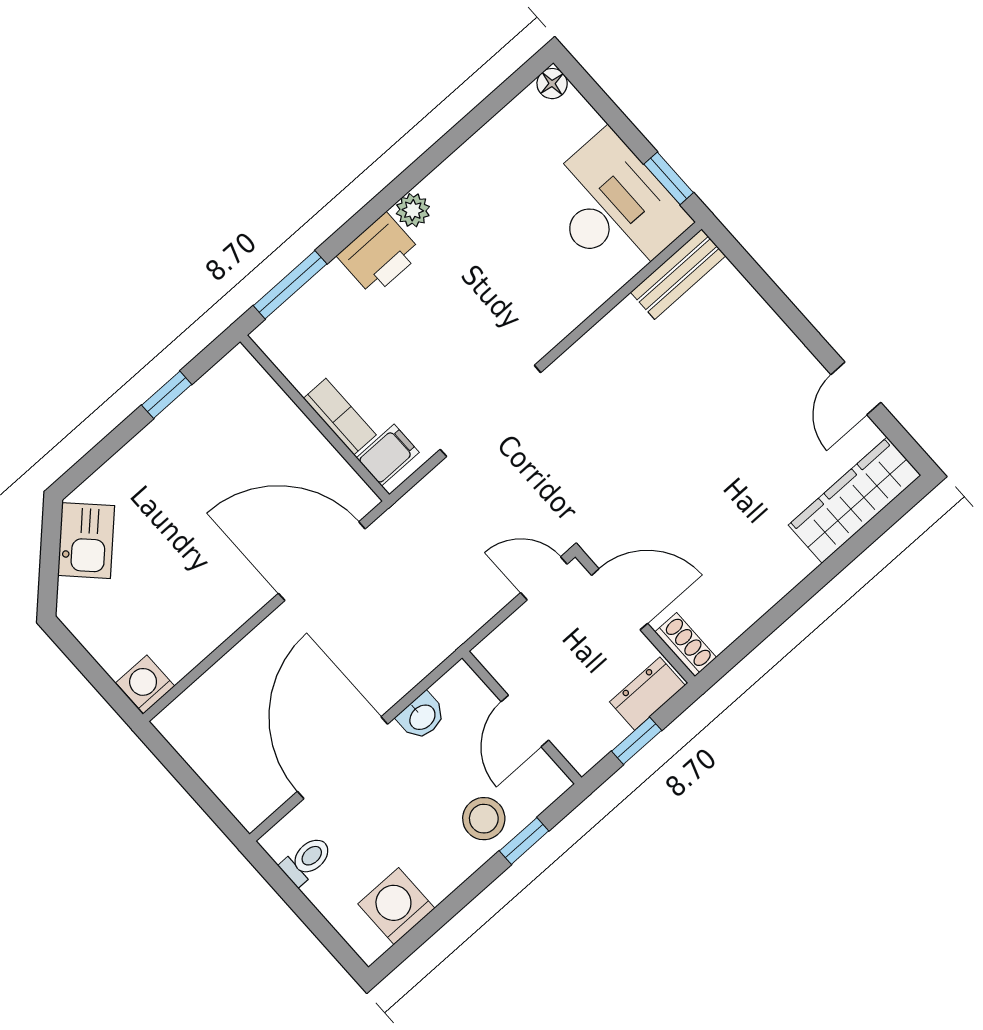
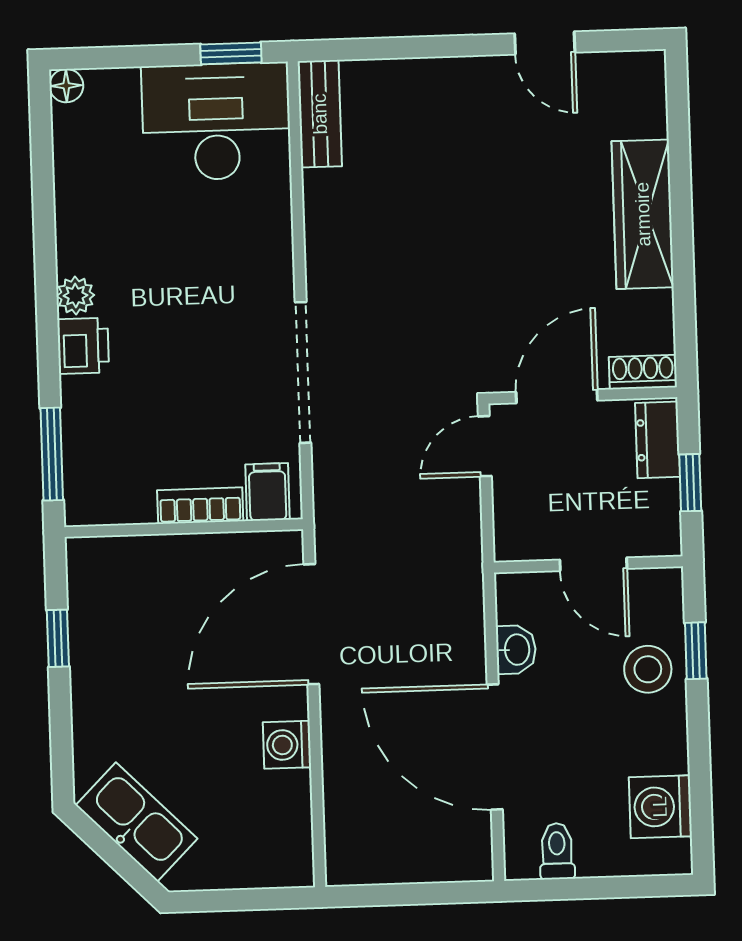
printer: (379, 254) -> (83, 346), width x0.73, depth x0.81
wardrobe: (855, 500) -> (643, 214), moved
kitchen sink: (86, 541) -> (137, 822), width x1.38
washing machine: (145, 684) -> (287, 745), moved

